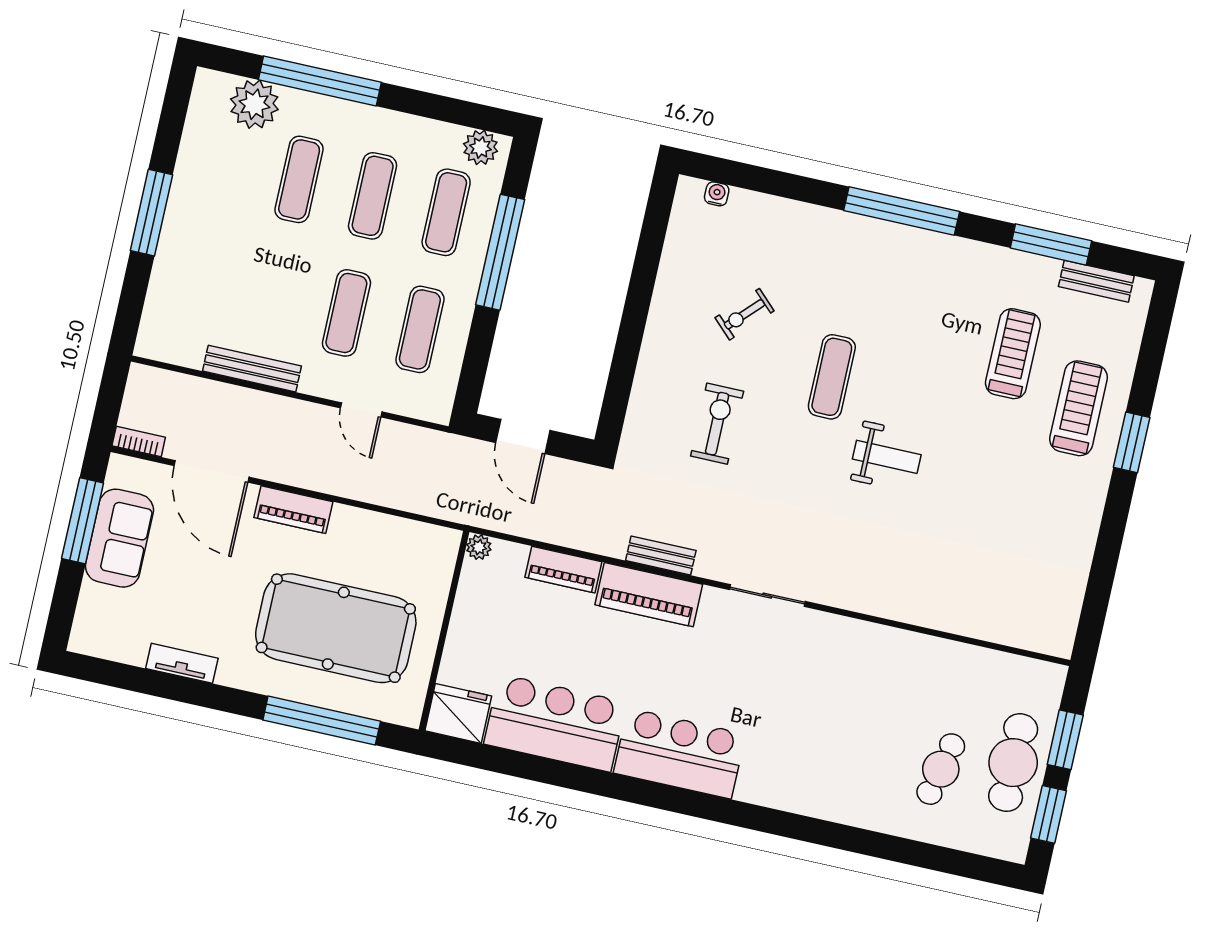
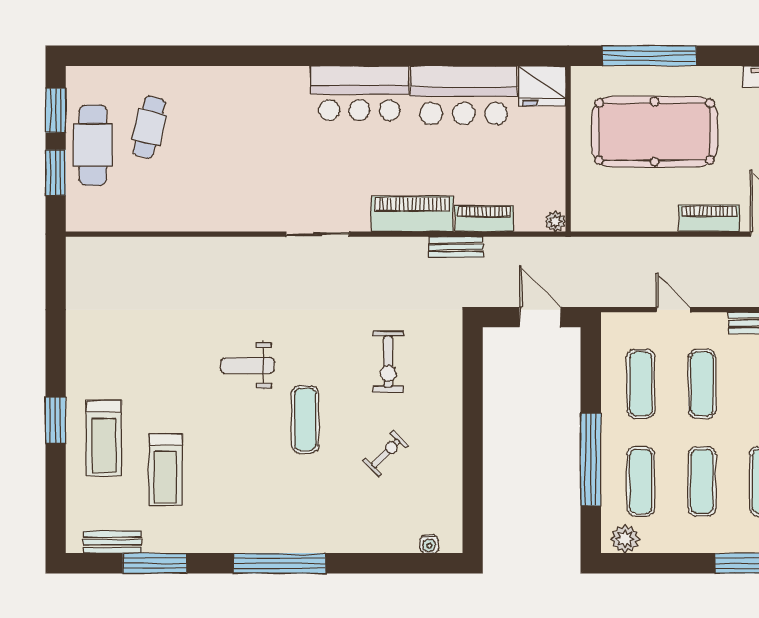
bench: (661, 556) -> (456, 247), moved

